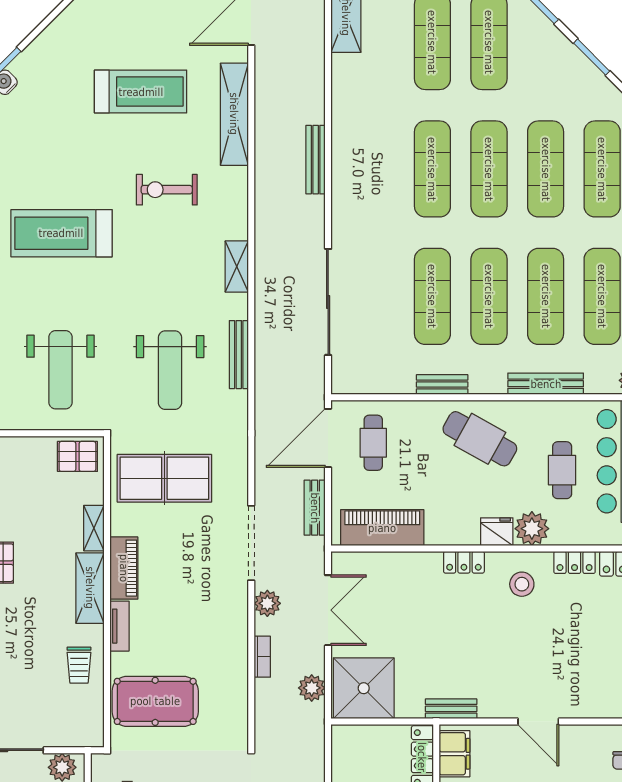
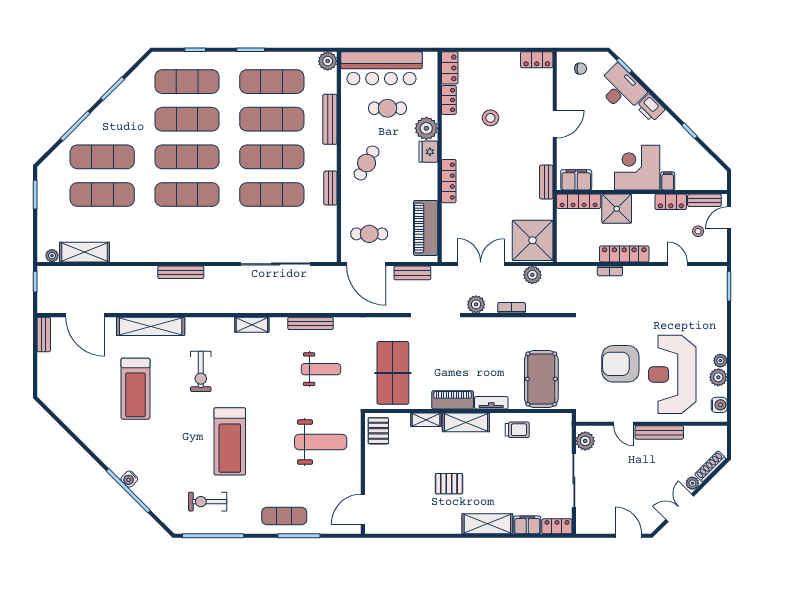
treadmill: (141, 92) -> (135, 389), turned 180
weight bench: (170, 370) -> (321, 369), width x0.73, depth x0.75
cafe table: (480, 439) -> (367, 163), width x0.73, depth x0.74
locker: (464, 562) -> (449, 181), width x1.53
stool: (522, 584) -> (490, 118), moved

